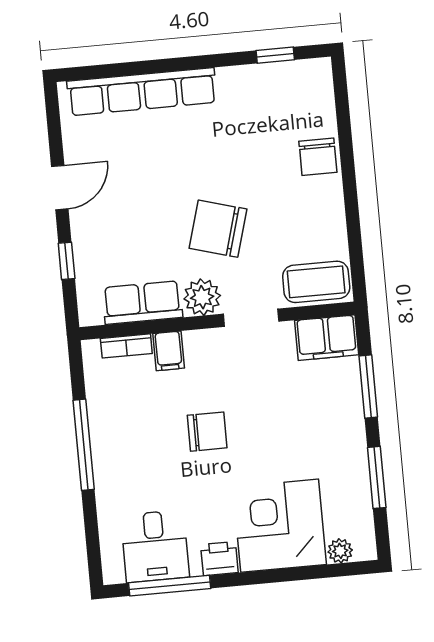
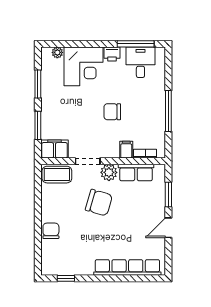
window: (67, 261) -> (168, 194), width x1.50

